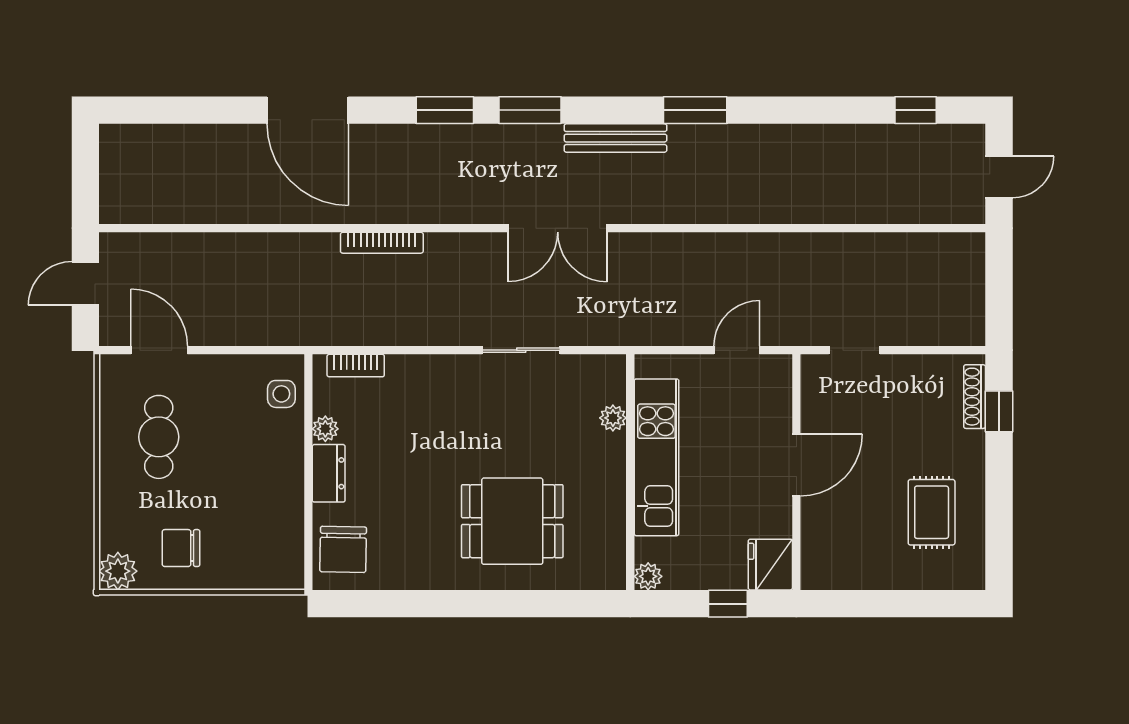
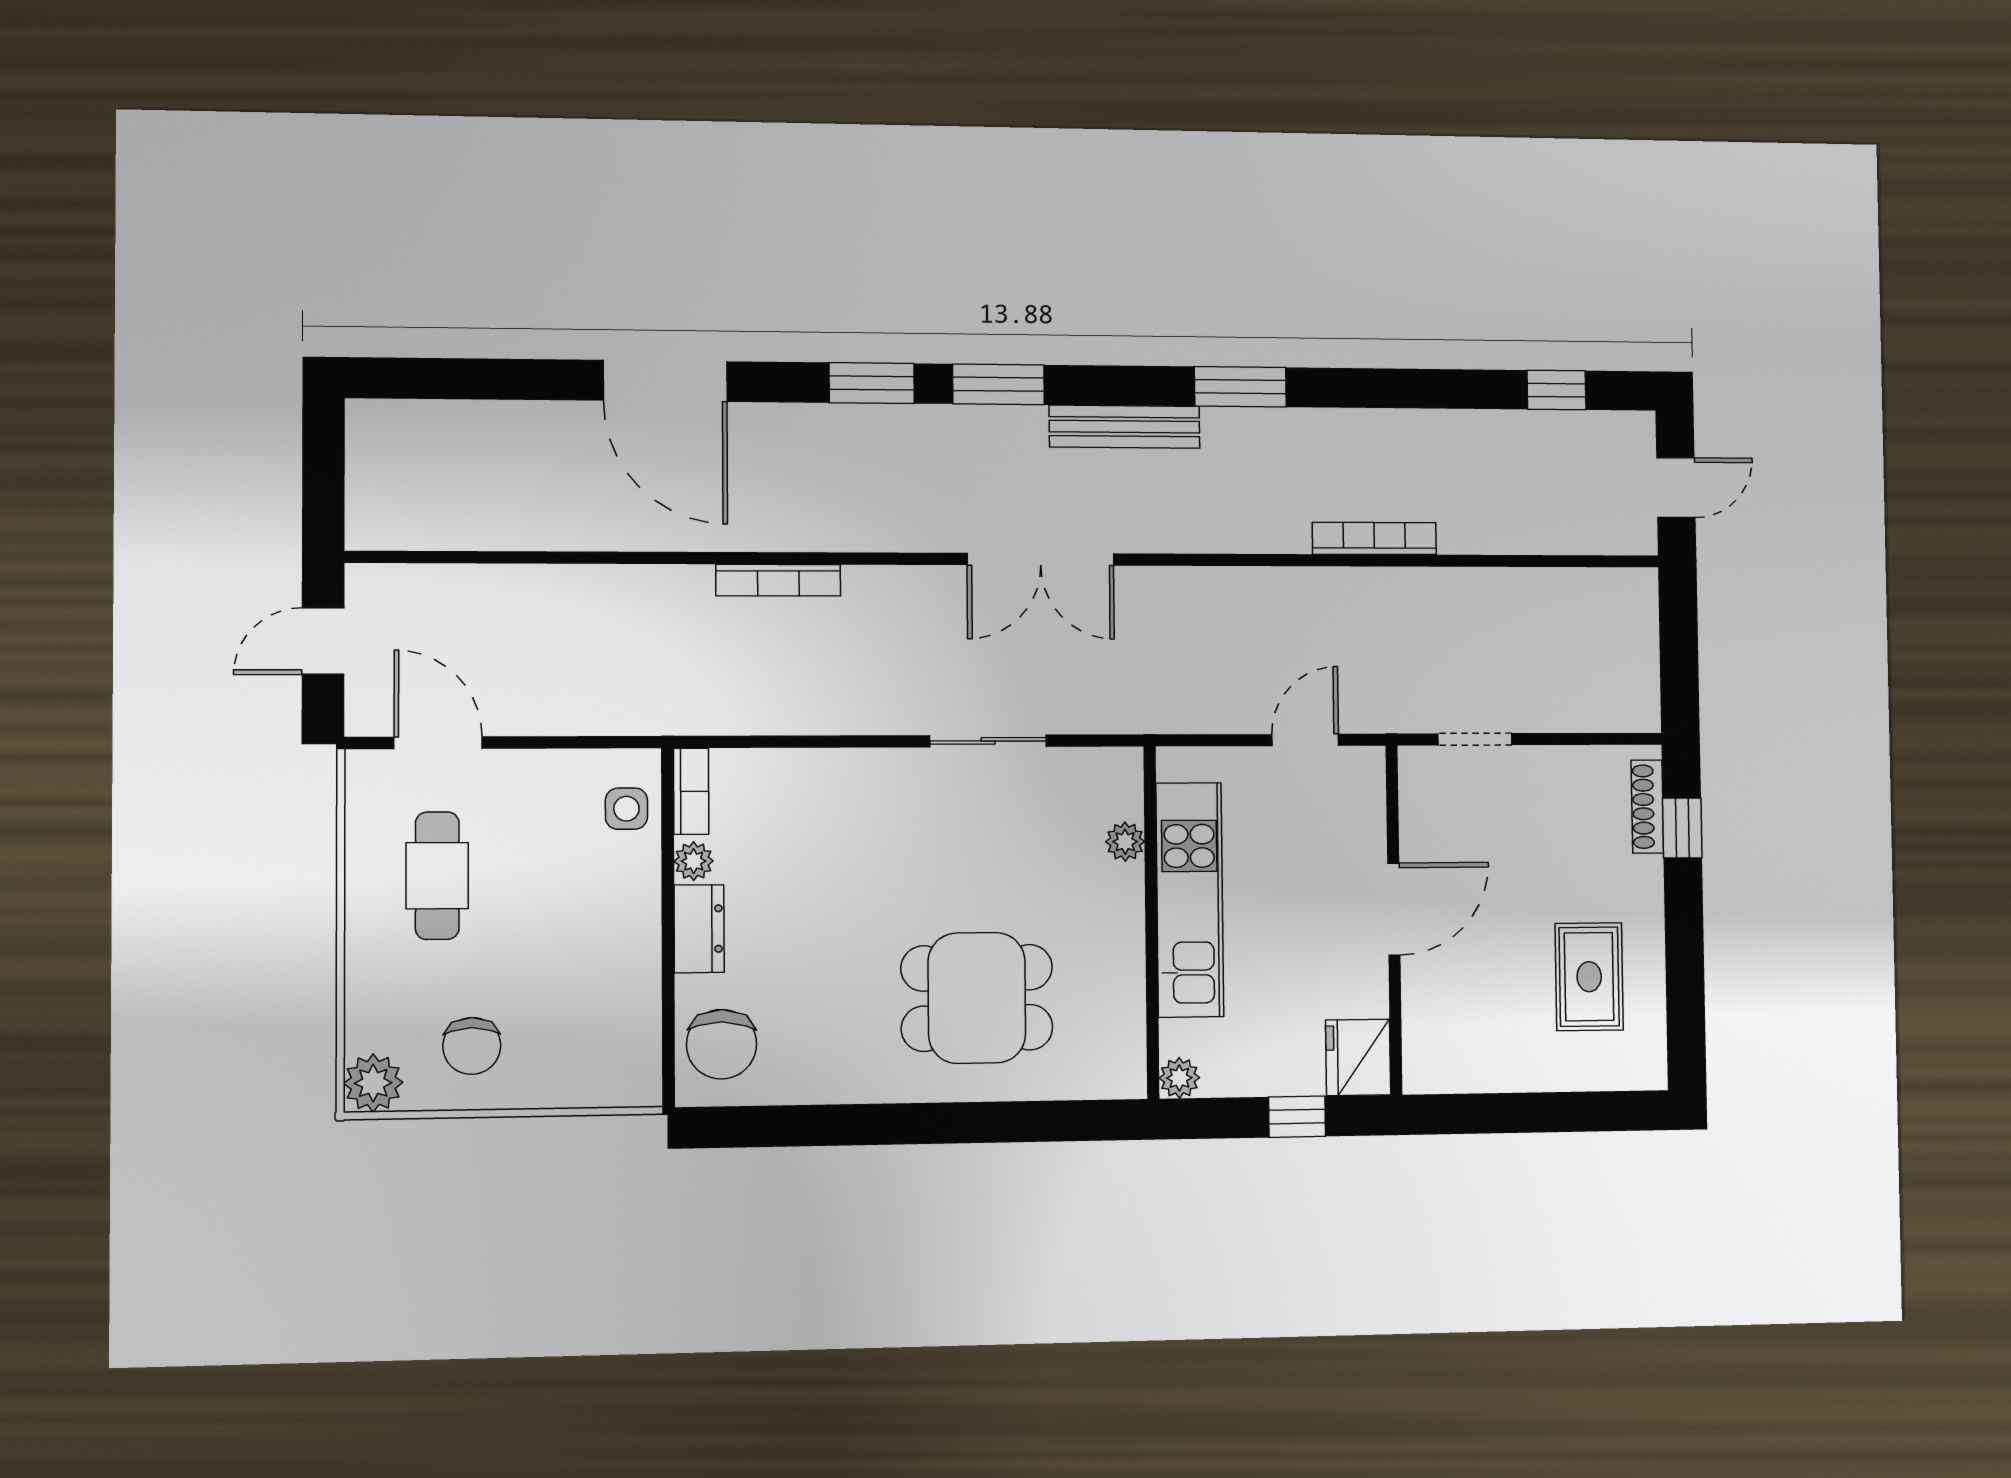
bookcase: (786, 213) -> (1374, 538), added
bookcase: (356, 366) -> (691, 791), moved, turned -90
chair: (181, 548) -> (472, 1046), turned -90

